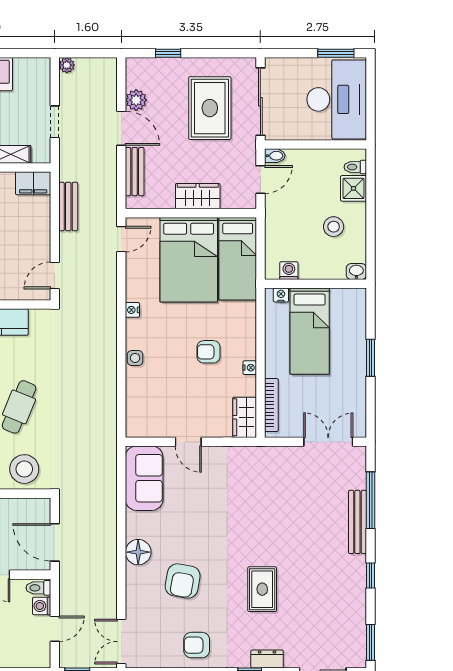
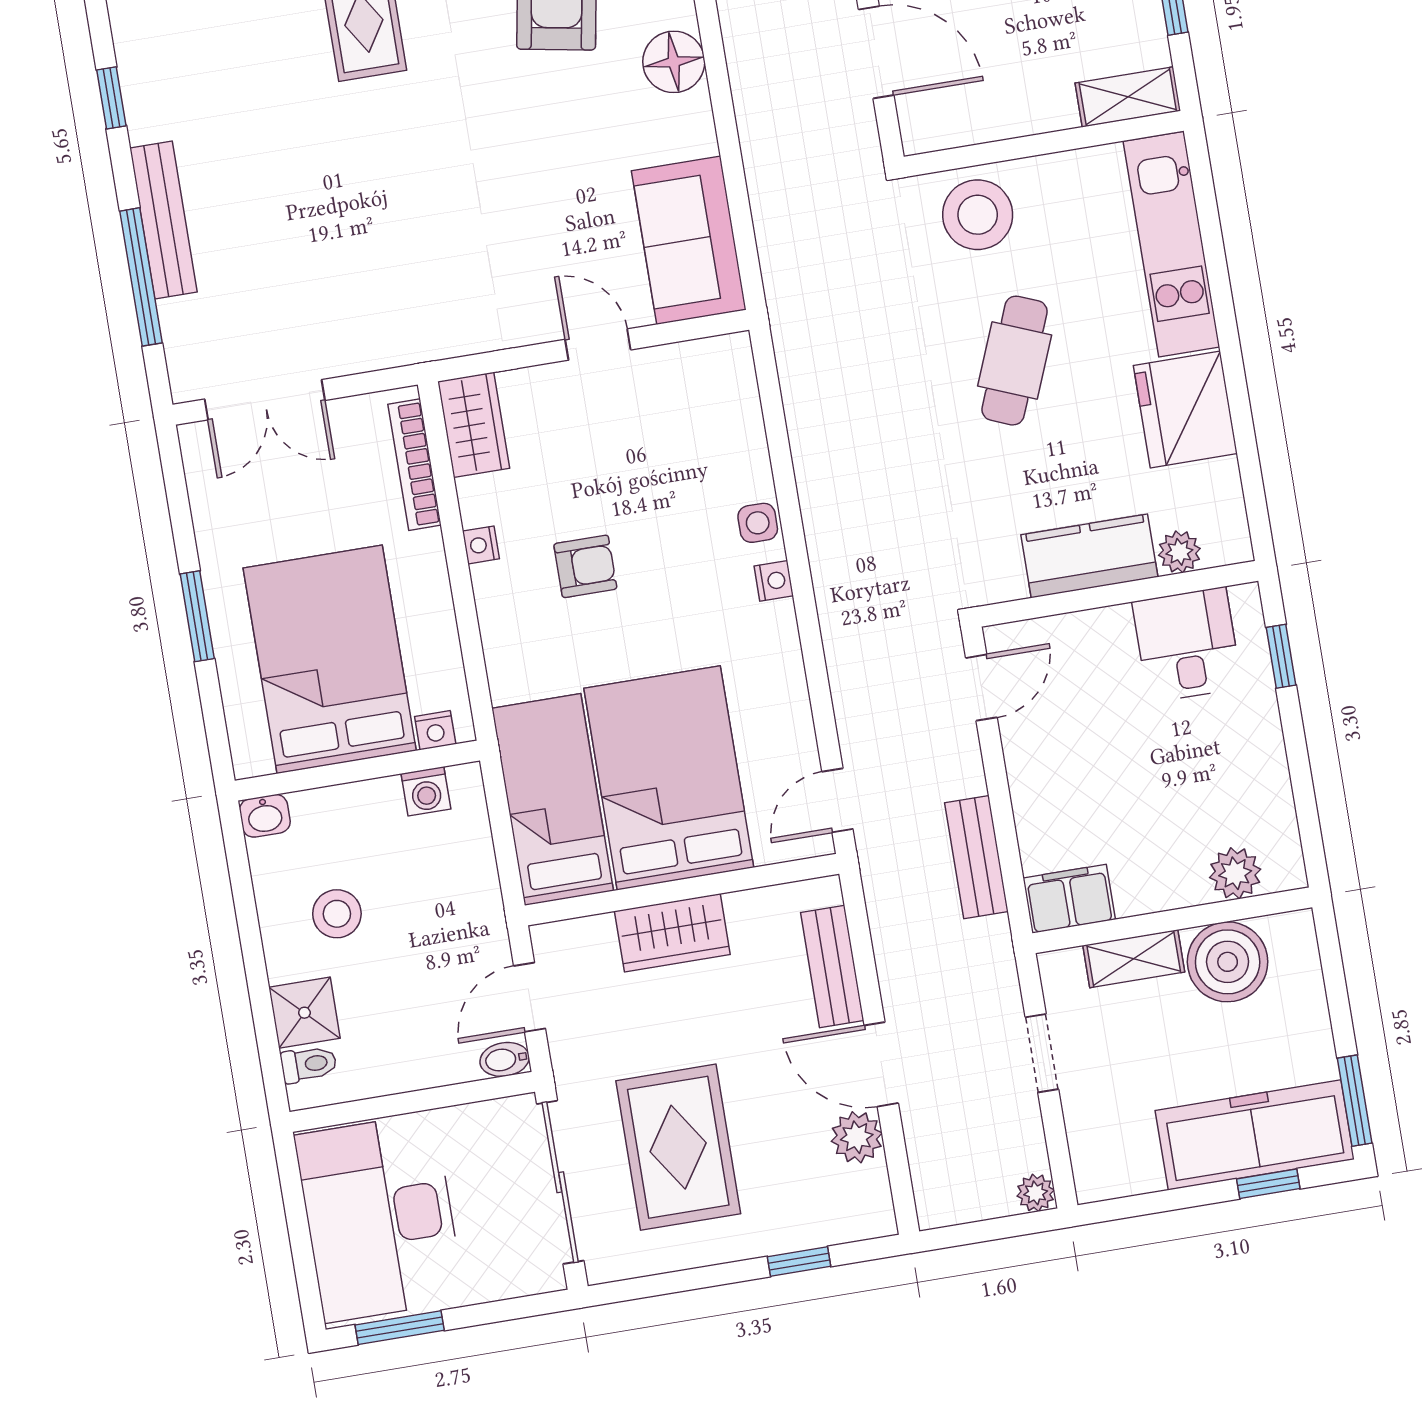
nightstand: (132, 310) -> (774, 581), moved
bed: (310, 331) -> (330, 659), width x1.50

